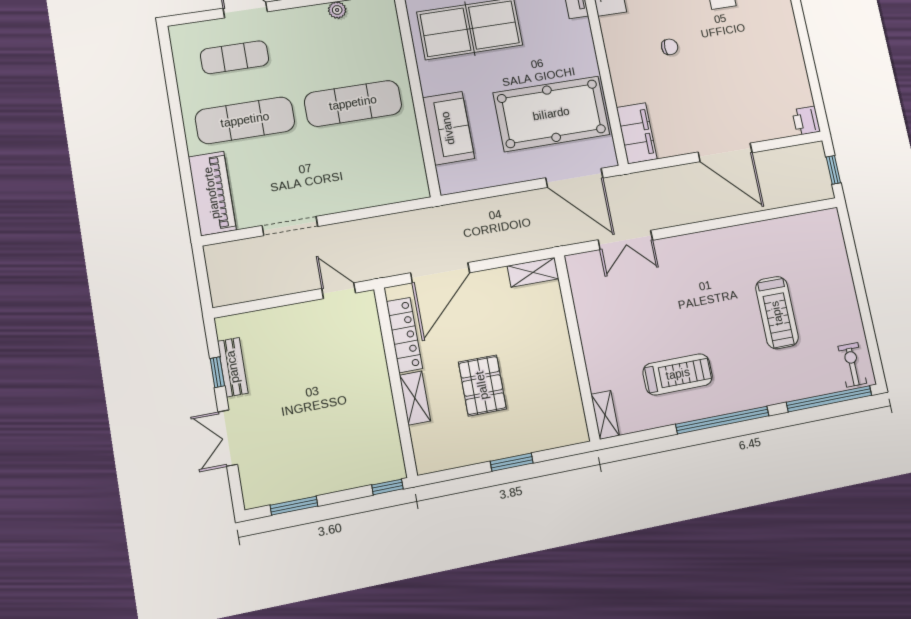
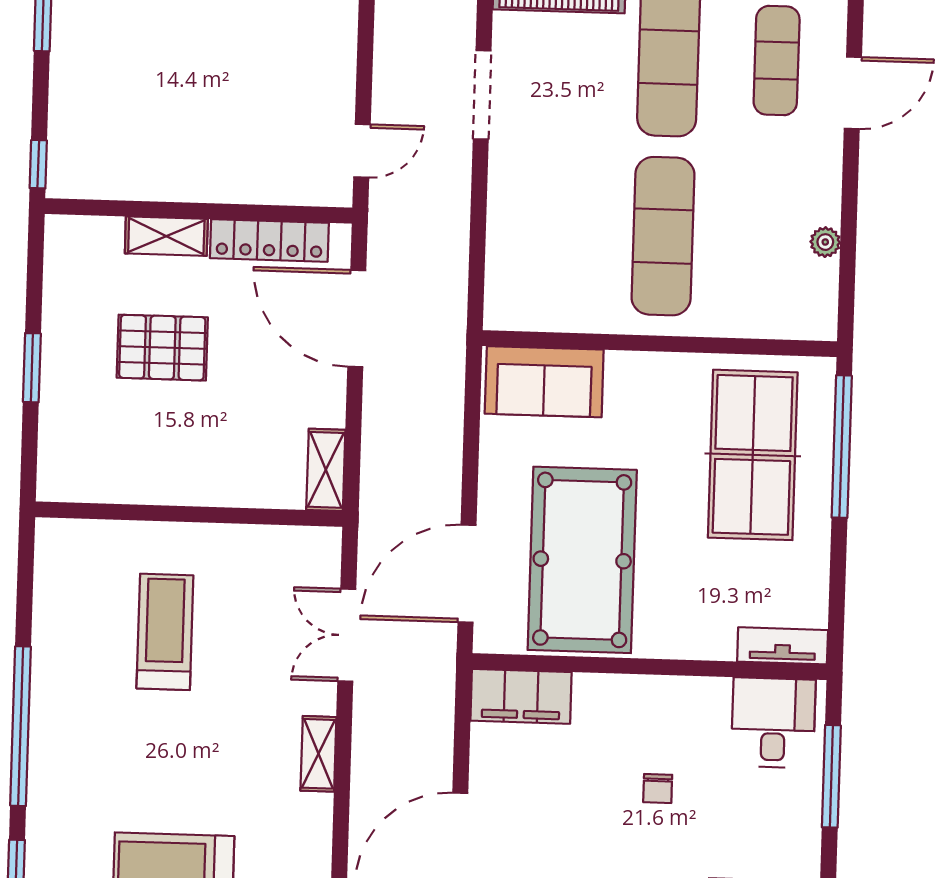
sofa: (448, 128) -> (544, 382), moved
treadmill: (678, 374) -> (165, 632), moved, turned 180
shelving: (605, 415) -> (318, 754), moved, turned 90

